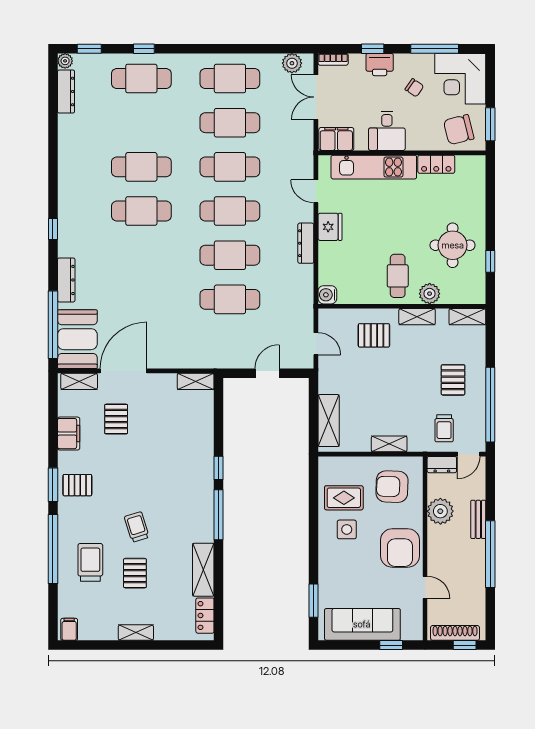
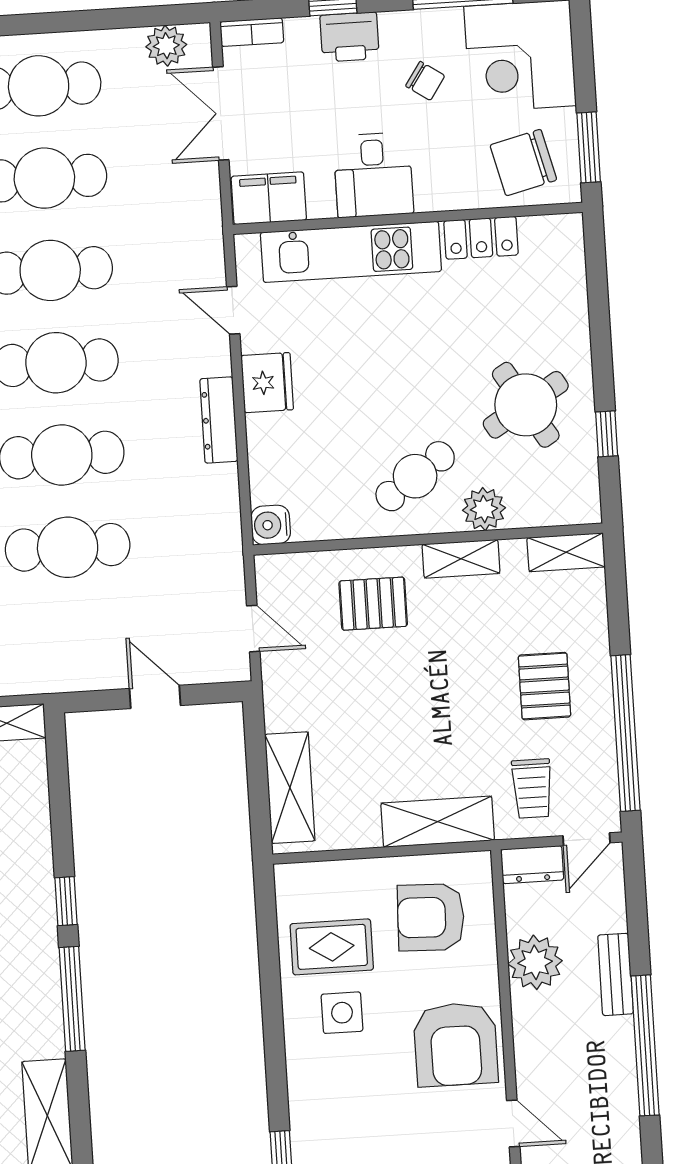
round table: (453, 245) -> (526, 405), turned -31
cafe table: (398, 276) -> (415, 476), turned 55
door: (267, 373) -> (155, 697), hinge flipped
shelving: (389, 444) -> (438, 822), width x1.50, depth x1.33

